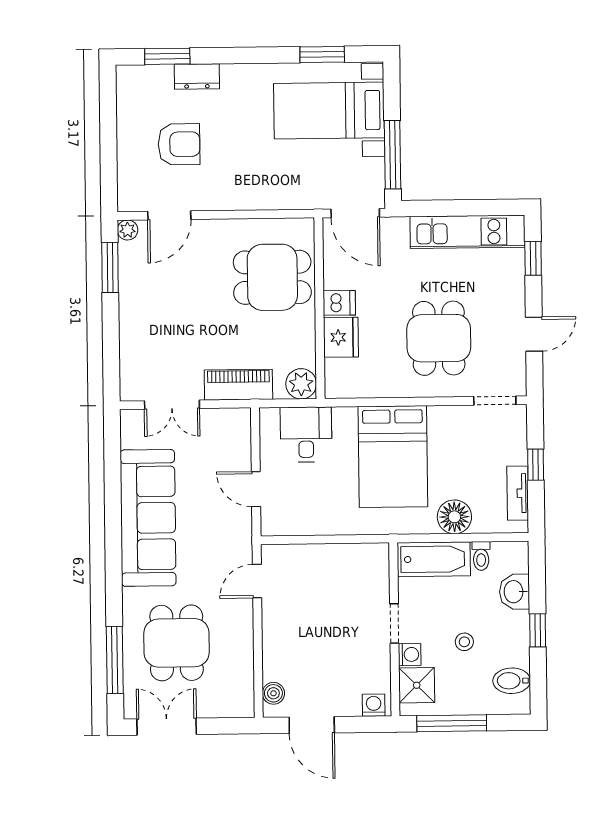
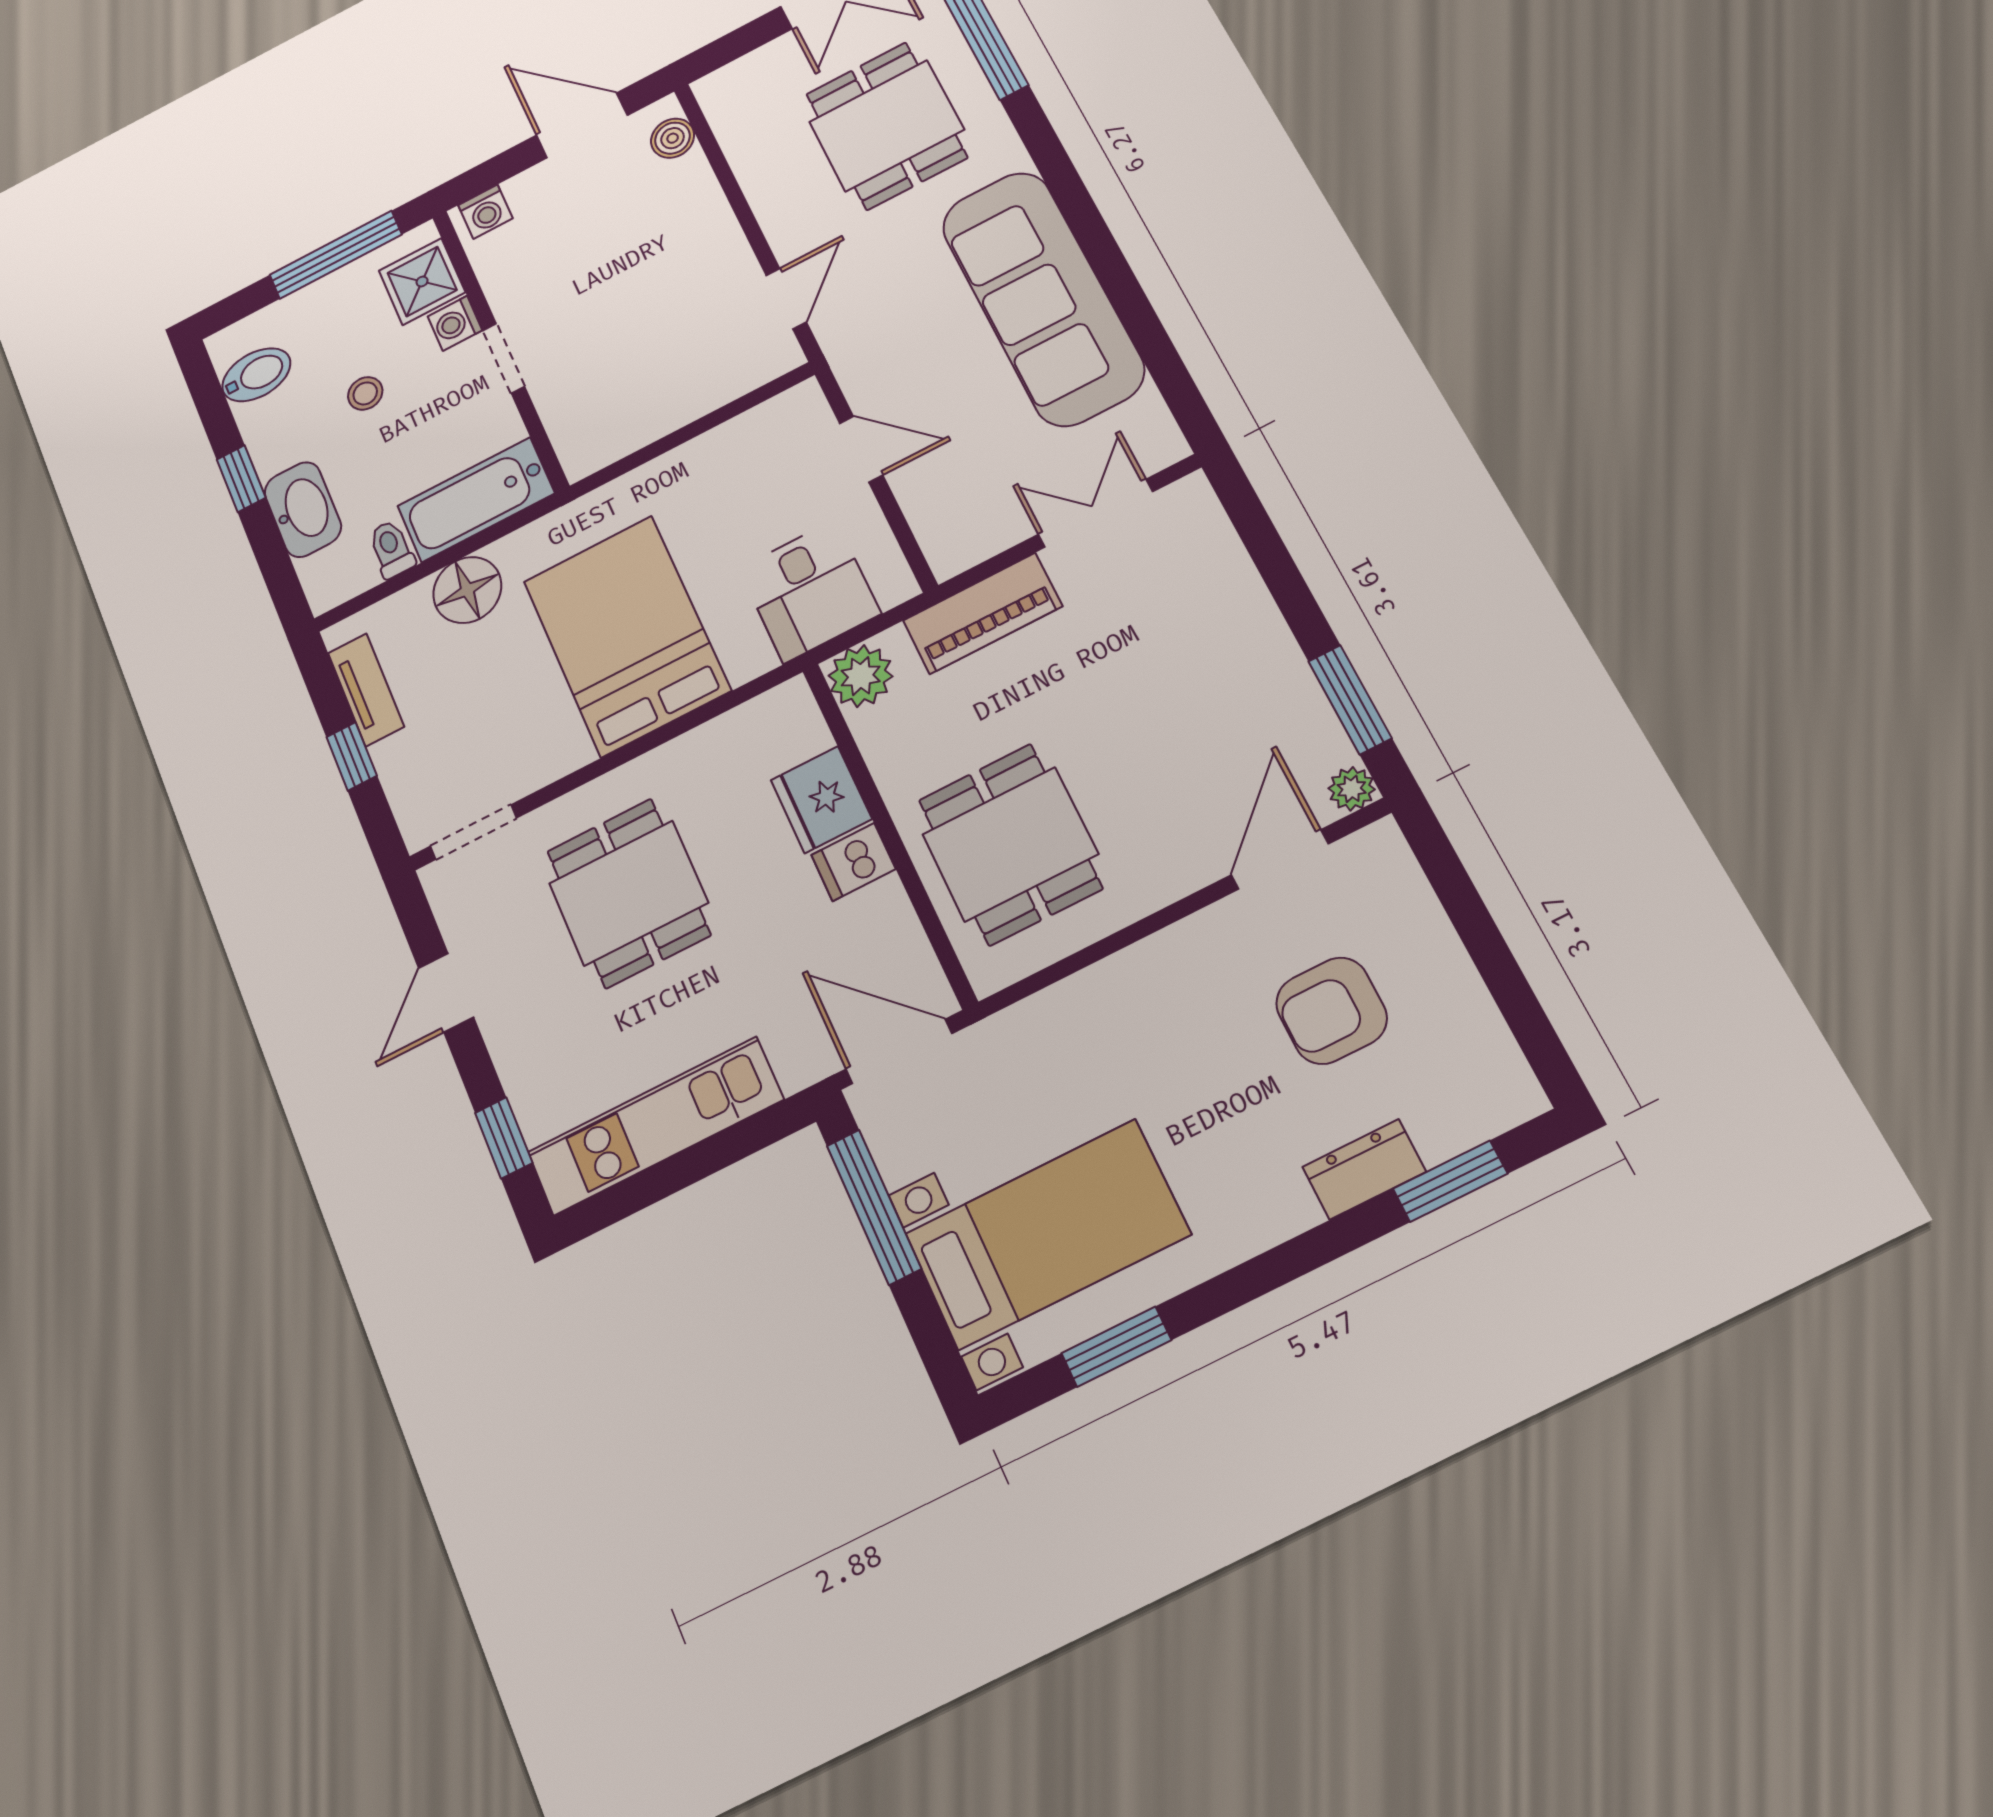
dining table: (272, 277) -> (1010, 844), turned 90
washbasin: (514, 592) -> (303, 509), width x1.38

